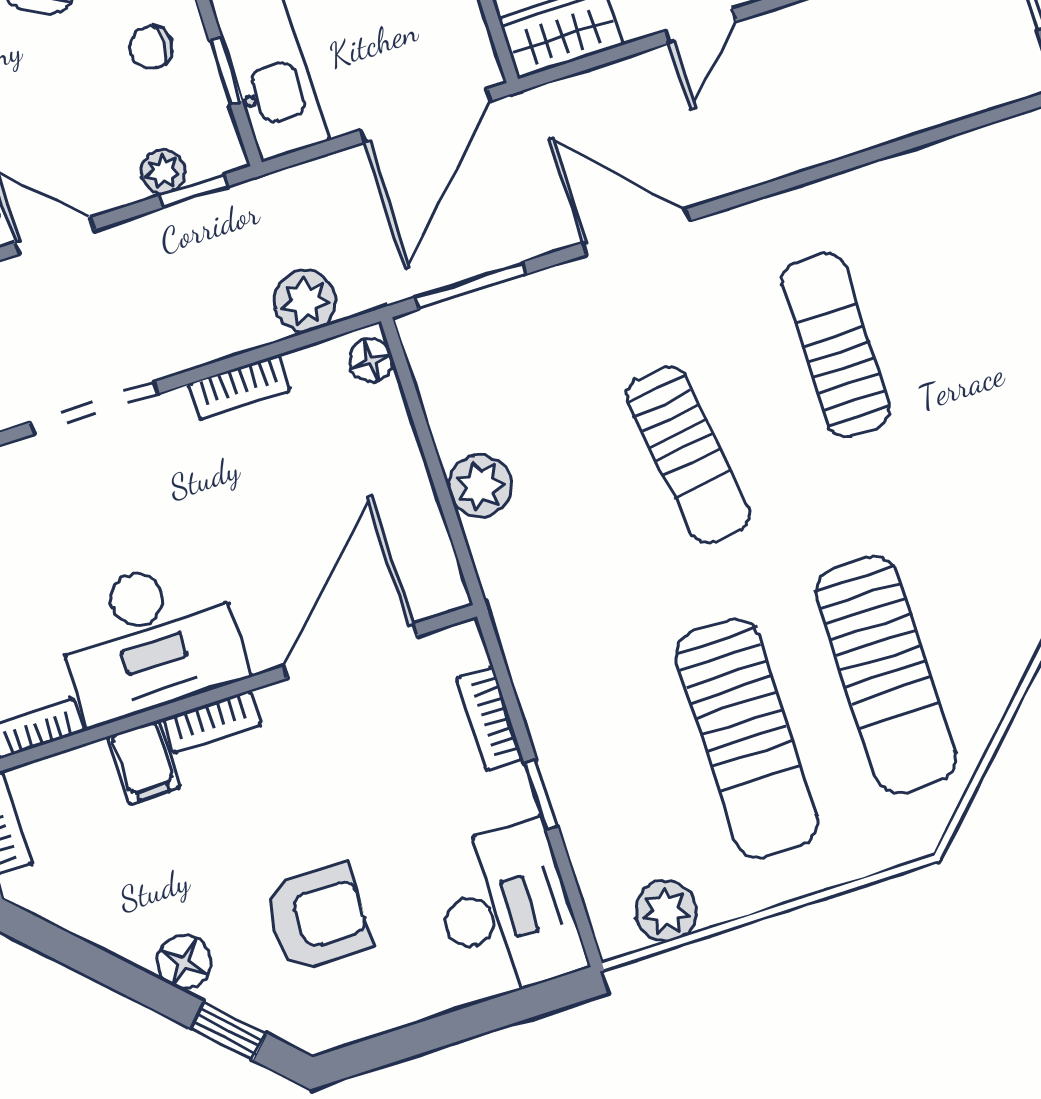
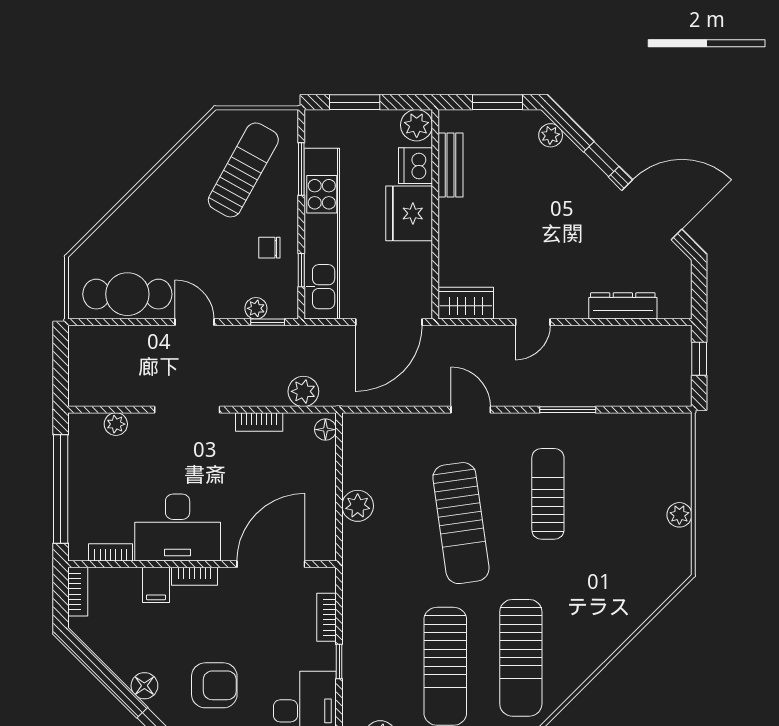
door: (636, 232) -> (471, 410), width x0.73
window: (471, 286) -> (568, 410), moved
sun lounger: (688, 455) -> (461, 523), width x1.36, depth x1.34

